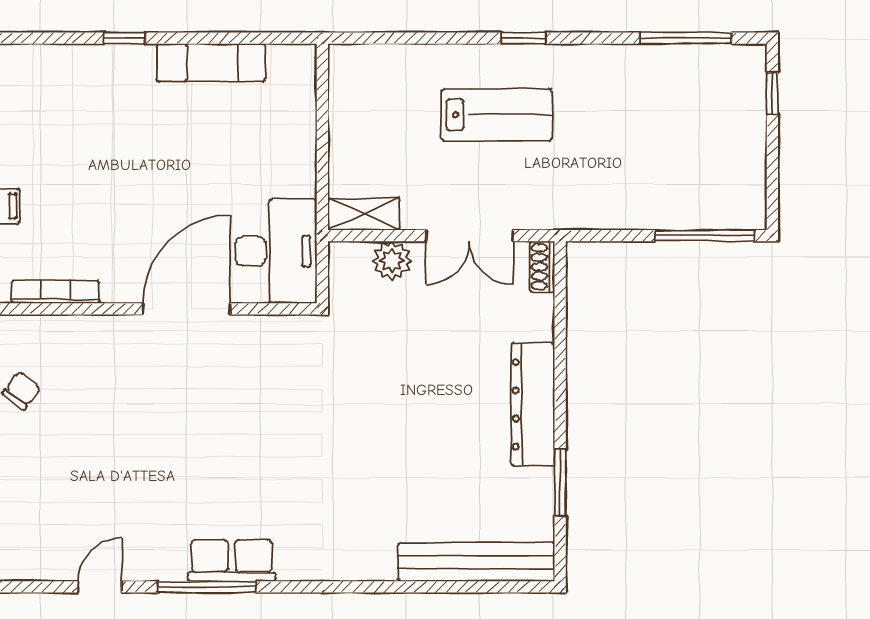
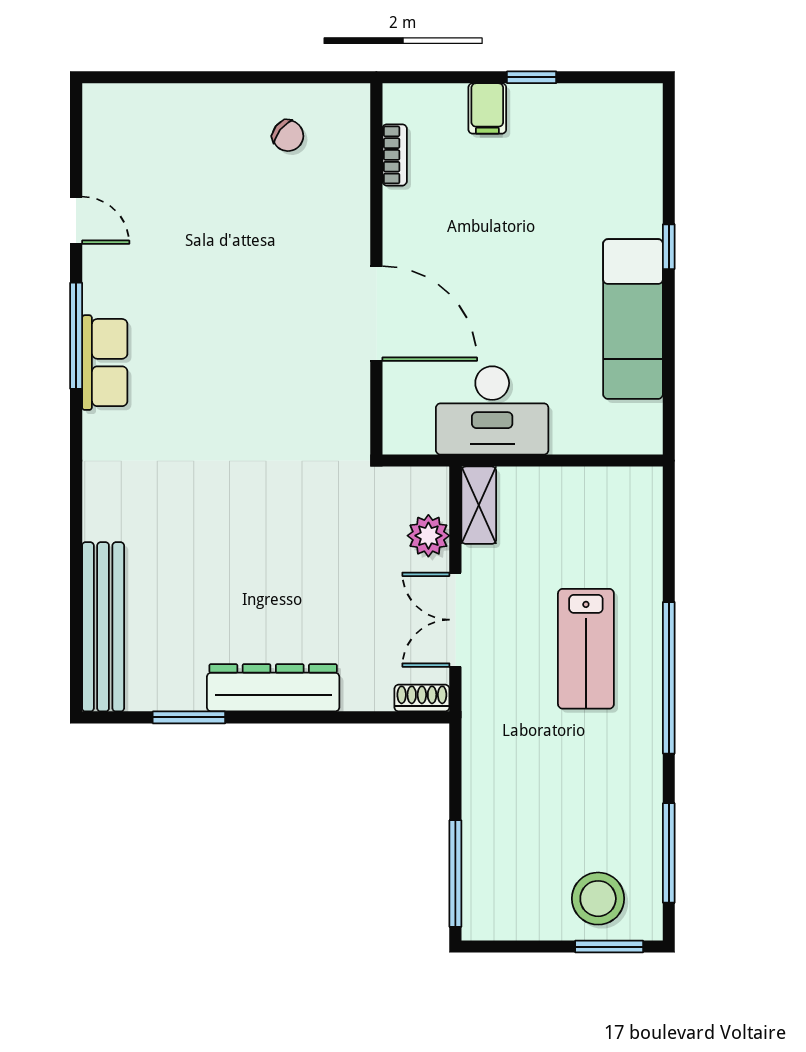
window: (524, 38) -> (669, 678), width x3.17
exam couch: (211, 63) -> (633, 319), width x1.36, depth x1.45
window: (772, 93) -> (609, 947), width x1.50
stool: (728, 104) -> (598, 899), added
desk: (276, 251) -> (492, 410), moved
bookcase: (55, 292) -> (395, 155), width x0.64

